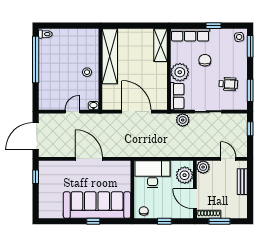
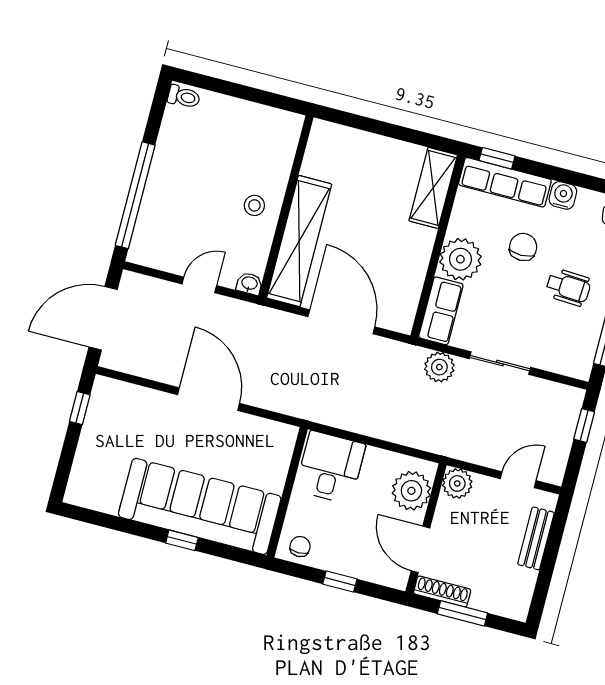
window: (214, 26) -> (497, 158), moved
water cooler: (216, 34) -> (563, 195), added
shelving: (110, 56) -> (299, 241), moved
window: (36, 59) -> (135, 195), moved
wheelchair: (228, 84) -> (568, 287), moved
door: (228, 159) -> (518, 480), hinge flipped
desk: (153, 174) -> (330, 467), width x0.73

